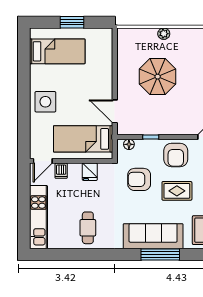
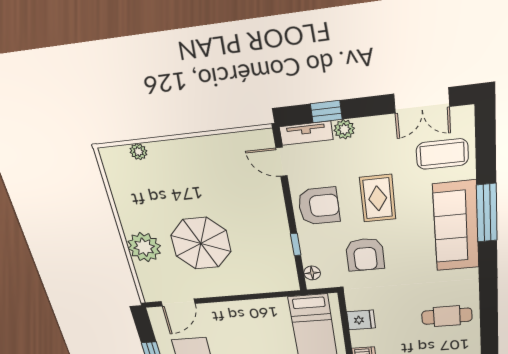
plant: (164, 34) -> (144, 247), width x1.87, depth x1.87
door: (115, 111) -> (178, 303), moved

